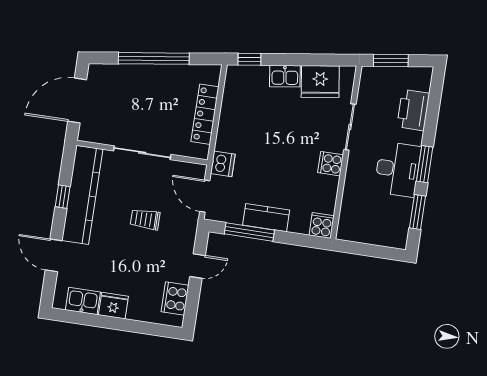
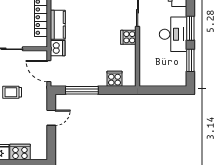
kitchen counter: (266, 218) -> (58, 25), moved, turned 90
cooker: (322, 225) -> (114, 79), moved
cooker: (175, 299) -> (20, 152), moved, turned 90

